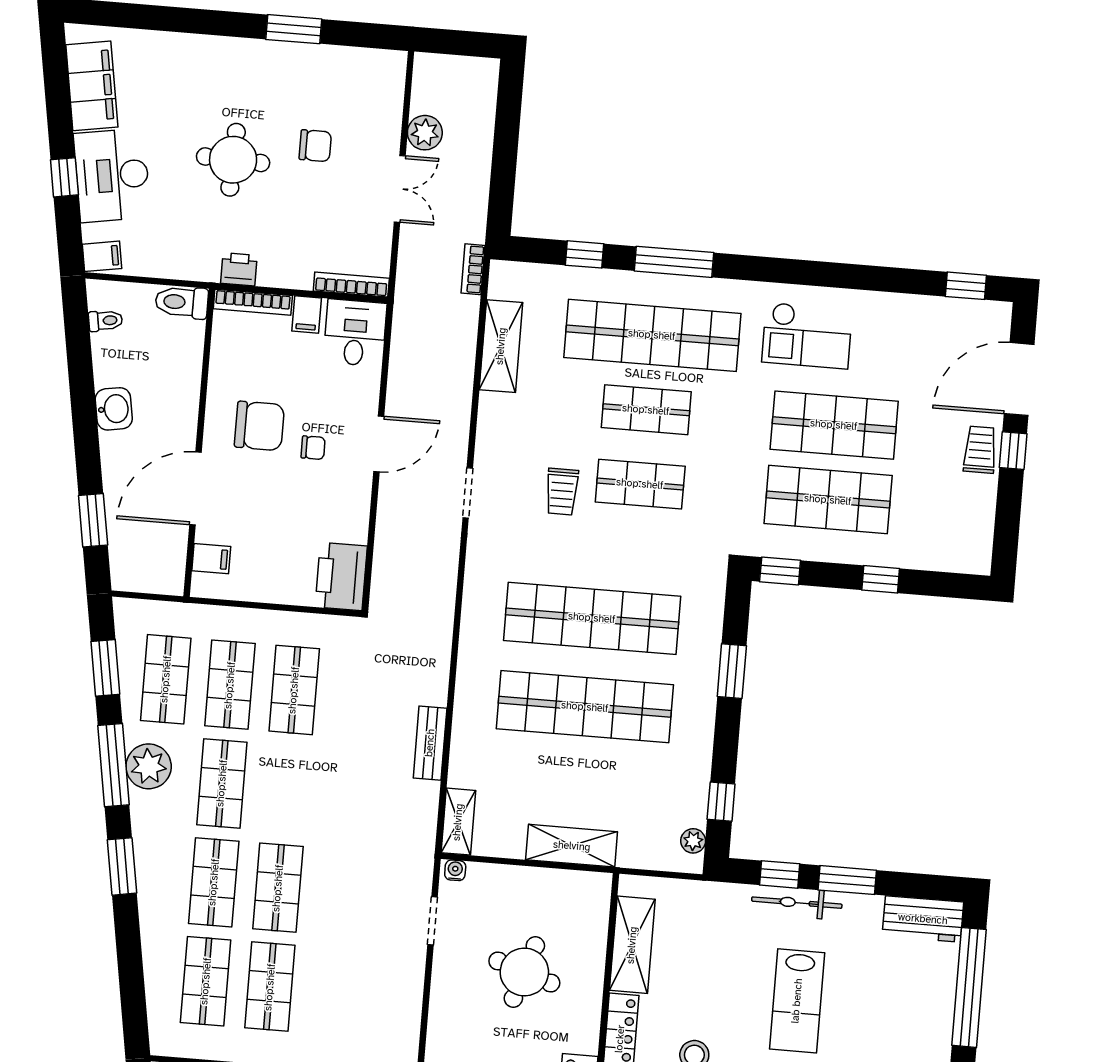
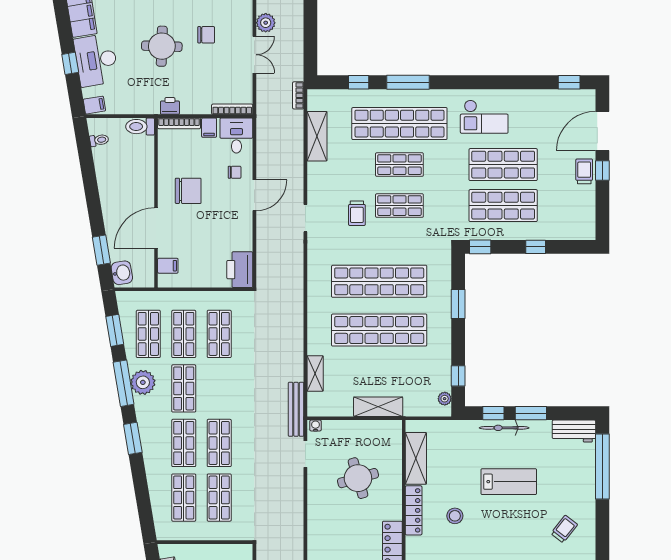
washbasin: (114, 409) -> (122, 273), moved
chair: (313, 448) -> (235, 172), moved
bench: (430, 743) -> (296, 409), moved, width x1.36
shelving: (458, 822) -> (315, 373), moved
round table: (524, 972) -> (358, 478), turned -34
lab bench: (797, 1001) -> (509, 482), turned -90

